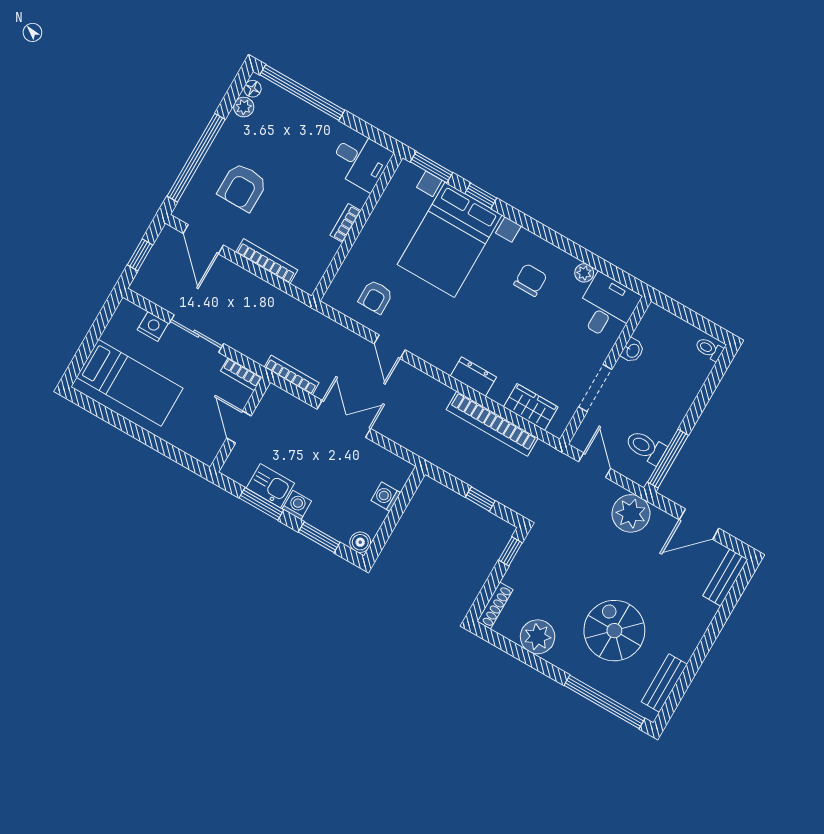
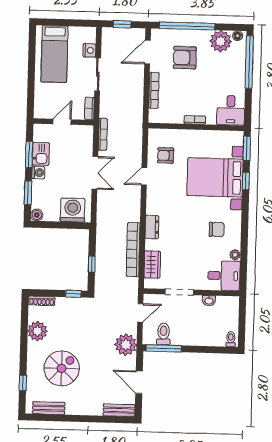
plant: (244, 107) -> (221, 41), width x1.87, depth x1.87
washing machine: (386, 497) -> (73, 210), width x1.89, depth x1.89
window: (604, 702) -> (23, 383), width x0.32

